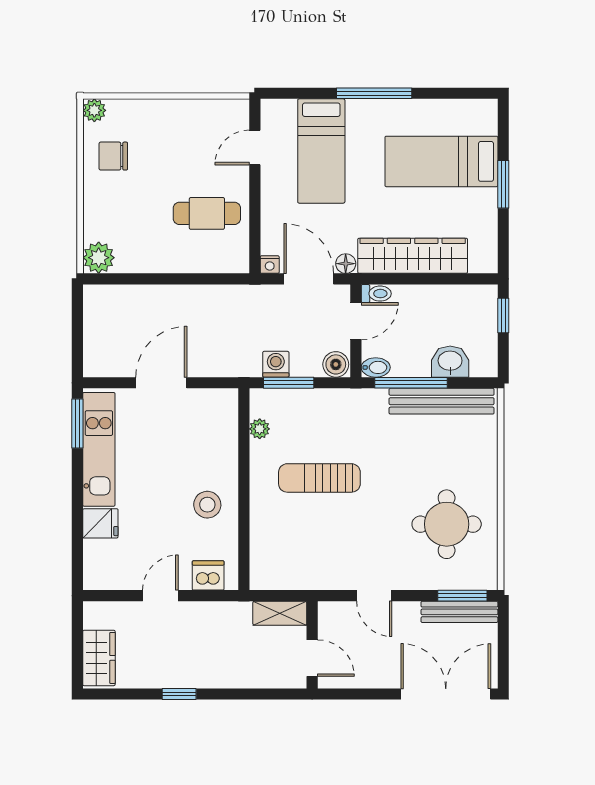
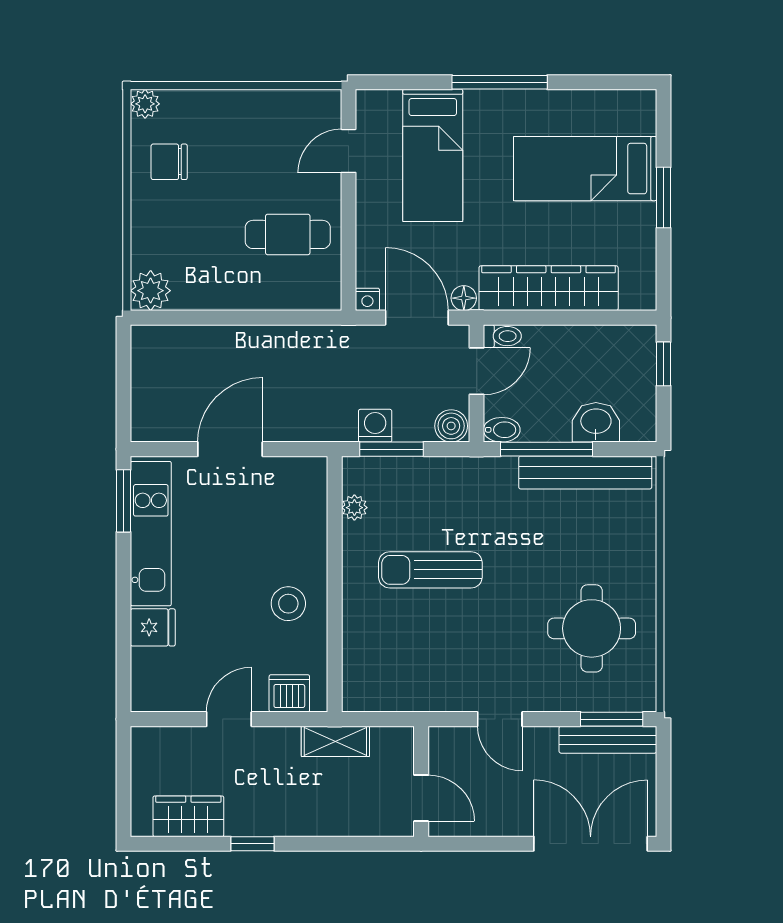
shelving: (280, 613) -> (335, 741), moved
wardrobe: (99, 658) -> (188, 816), moved, turned -90

